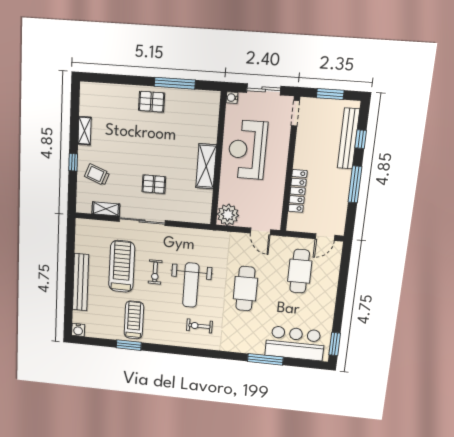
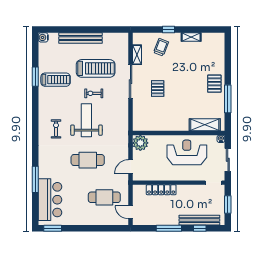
shelving: (206, 166) -> (205, 125), moved
weight bench: (191, 285) -> (86, 120), turned 90

